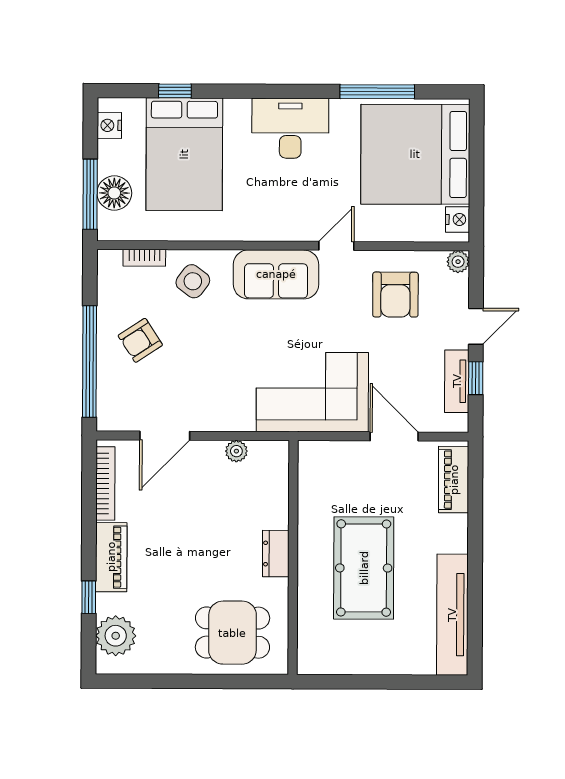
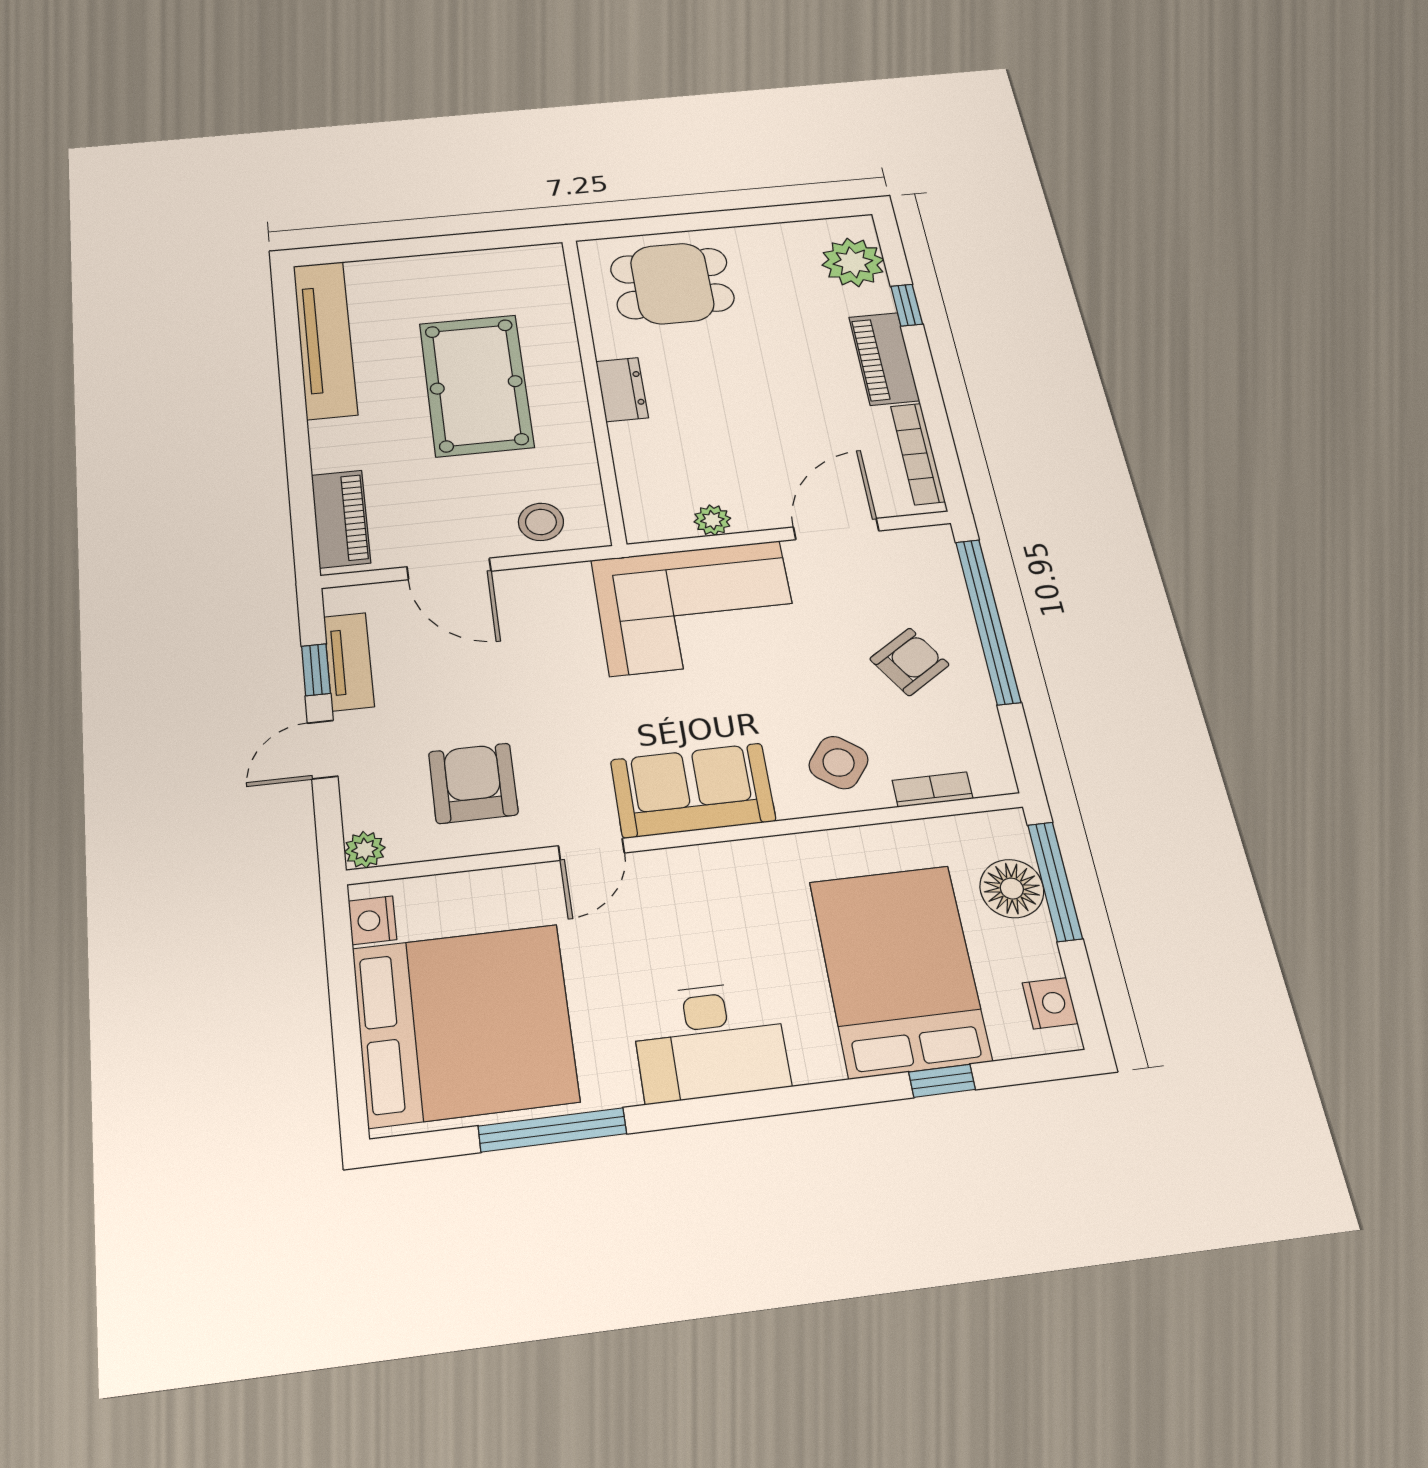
corner sofa: (312, 392) -> (696, 608), moved
stool: (337, 463) -> (541, 522), added

